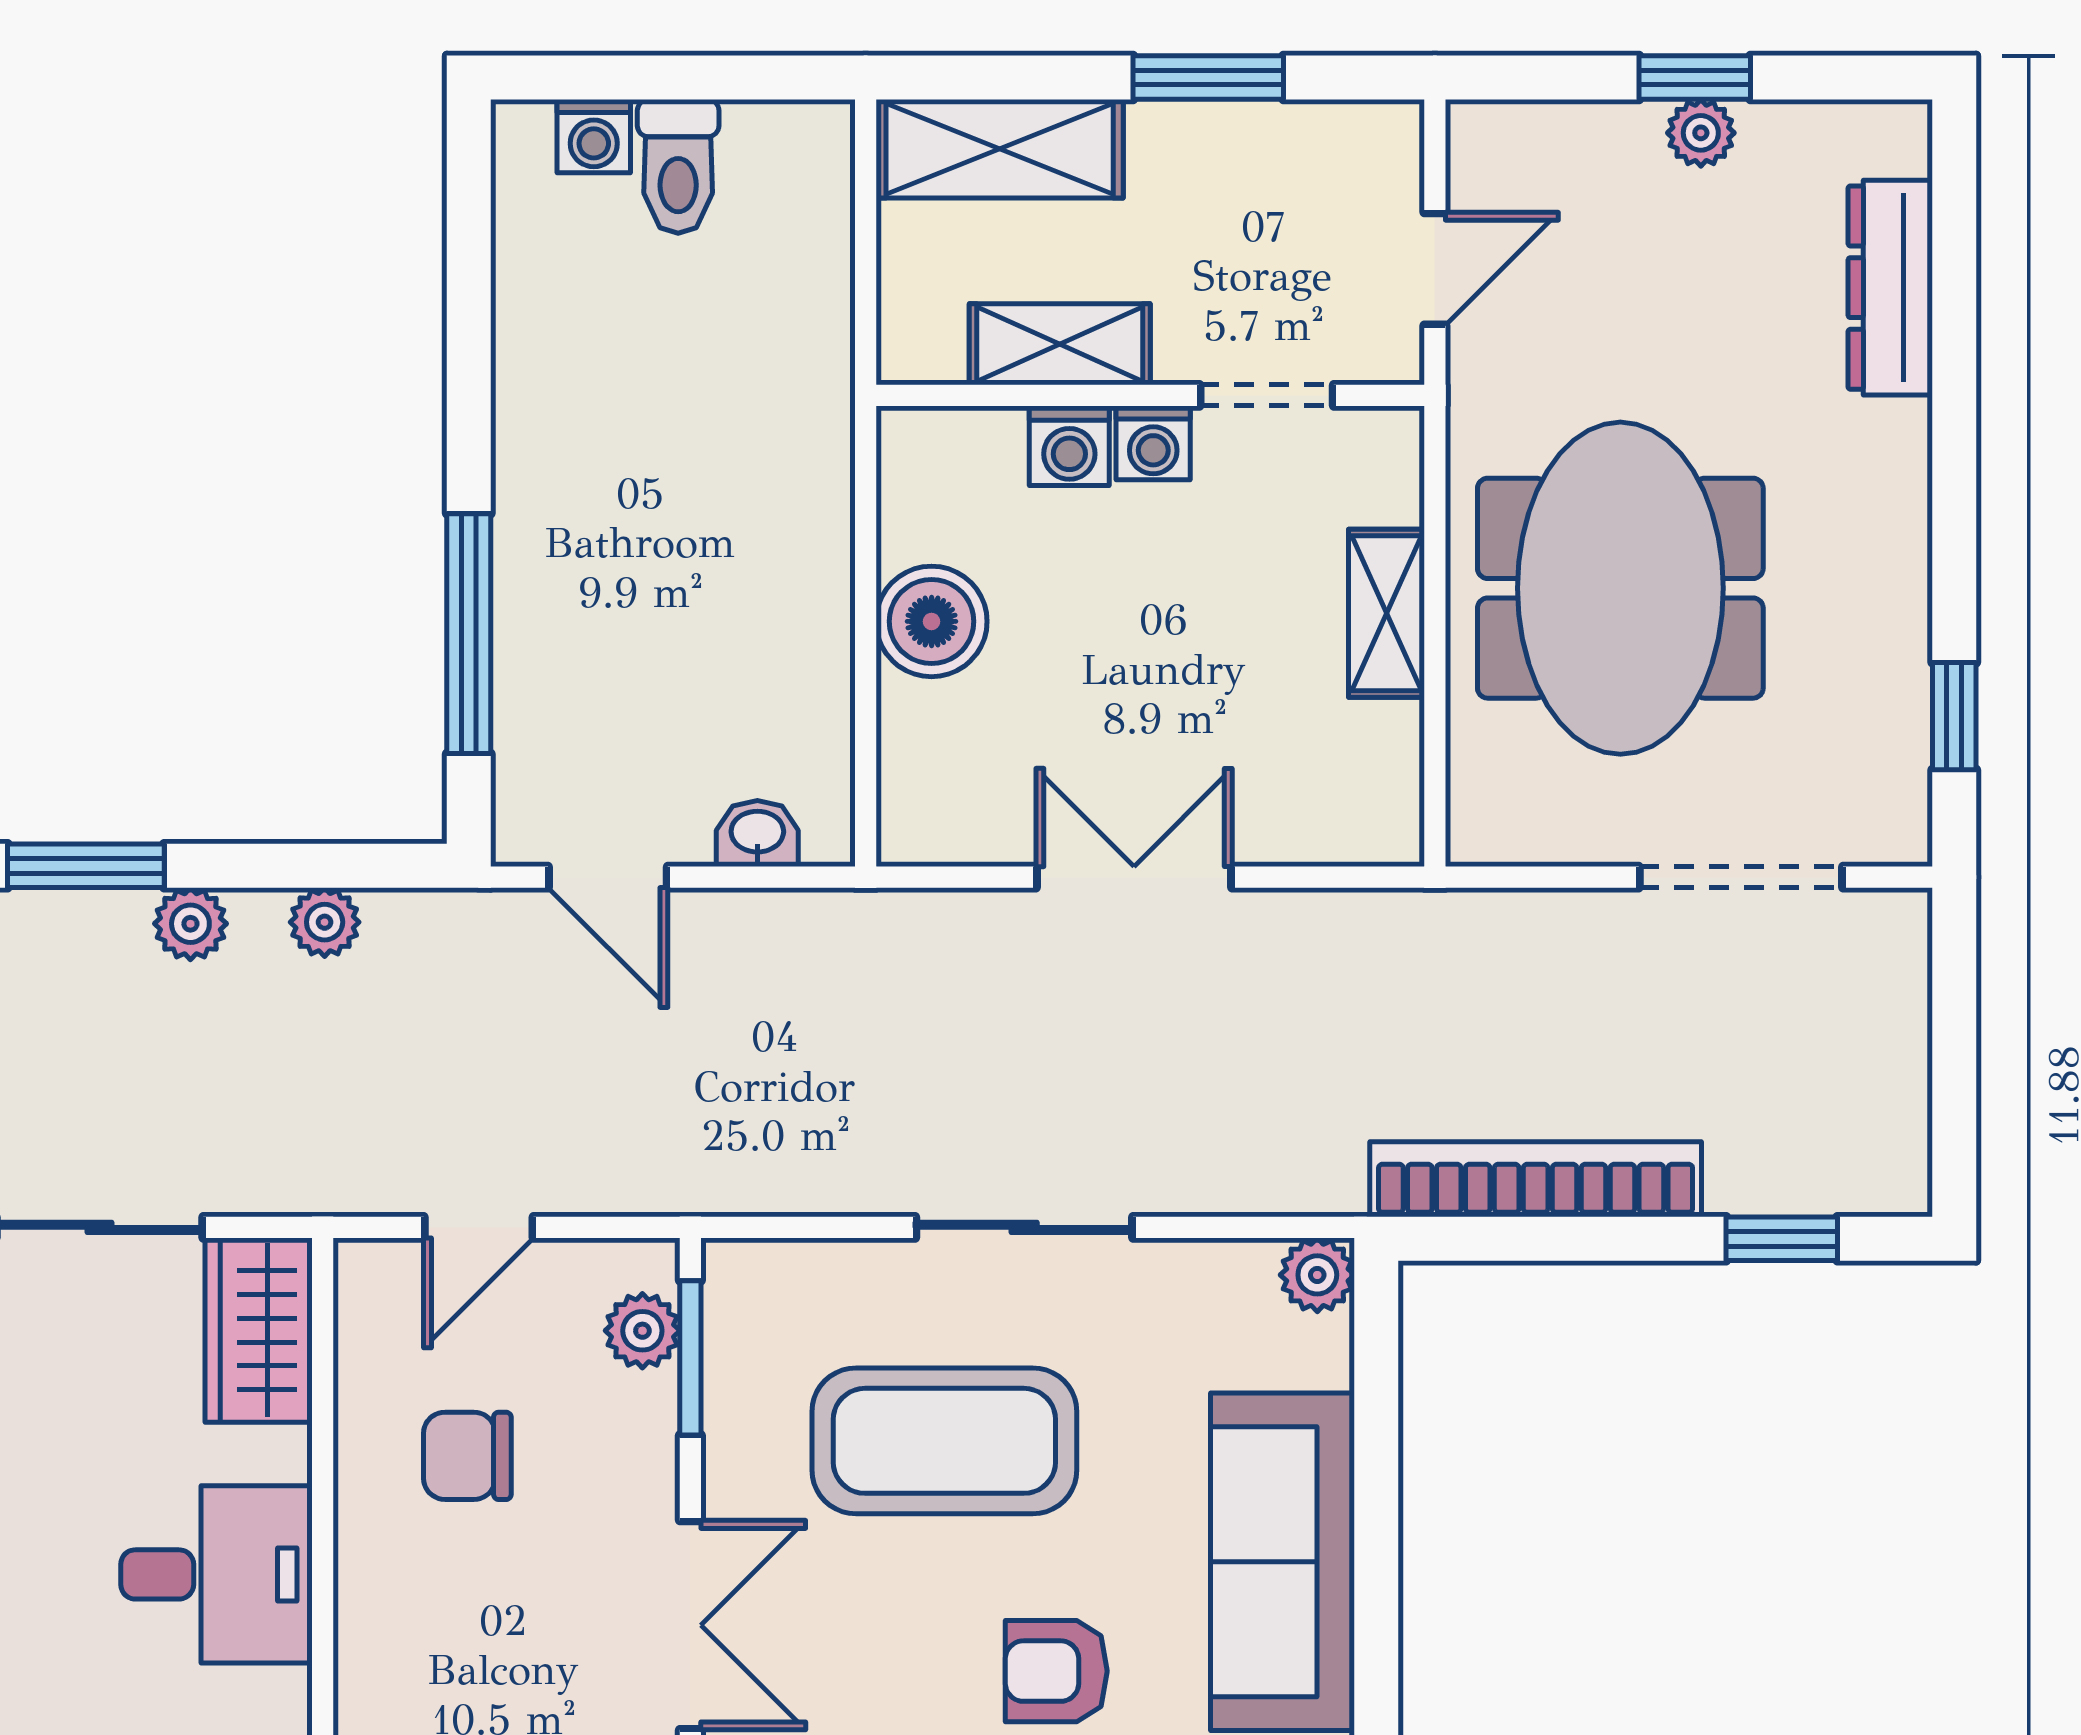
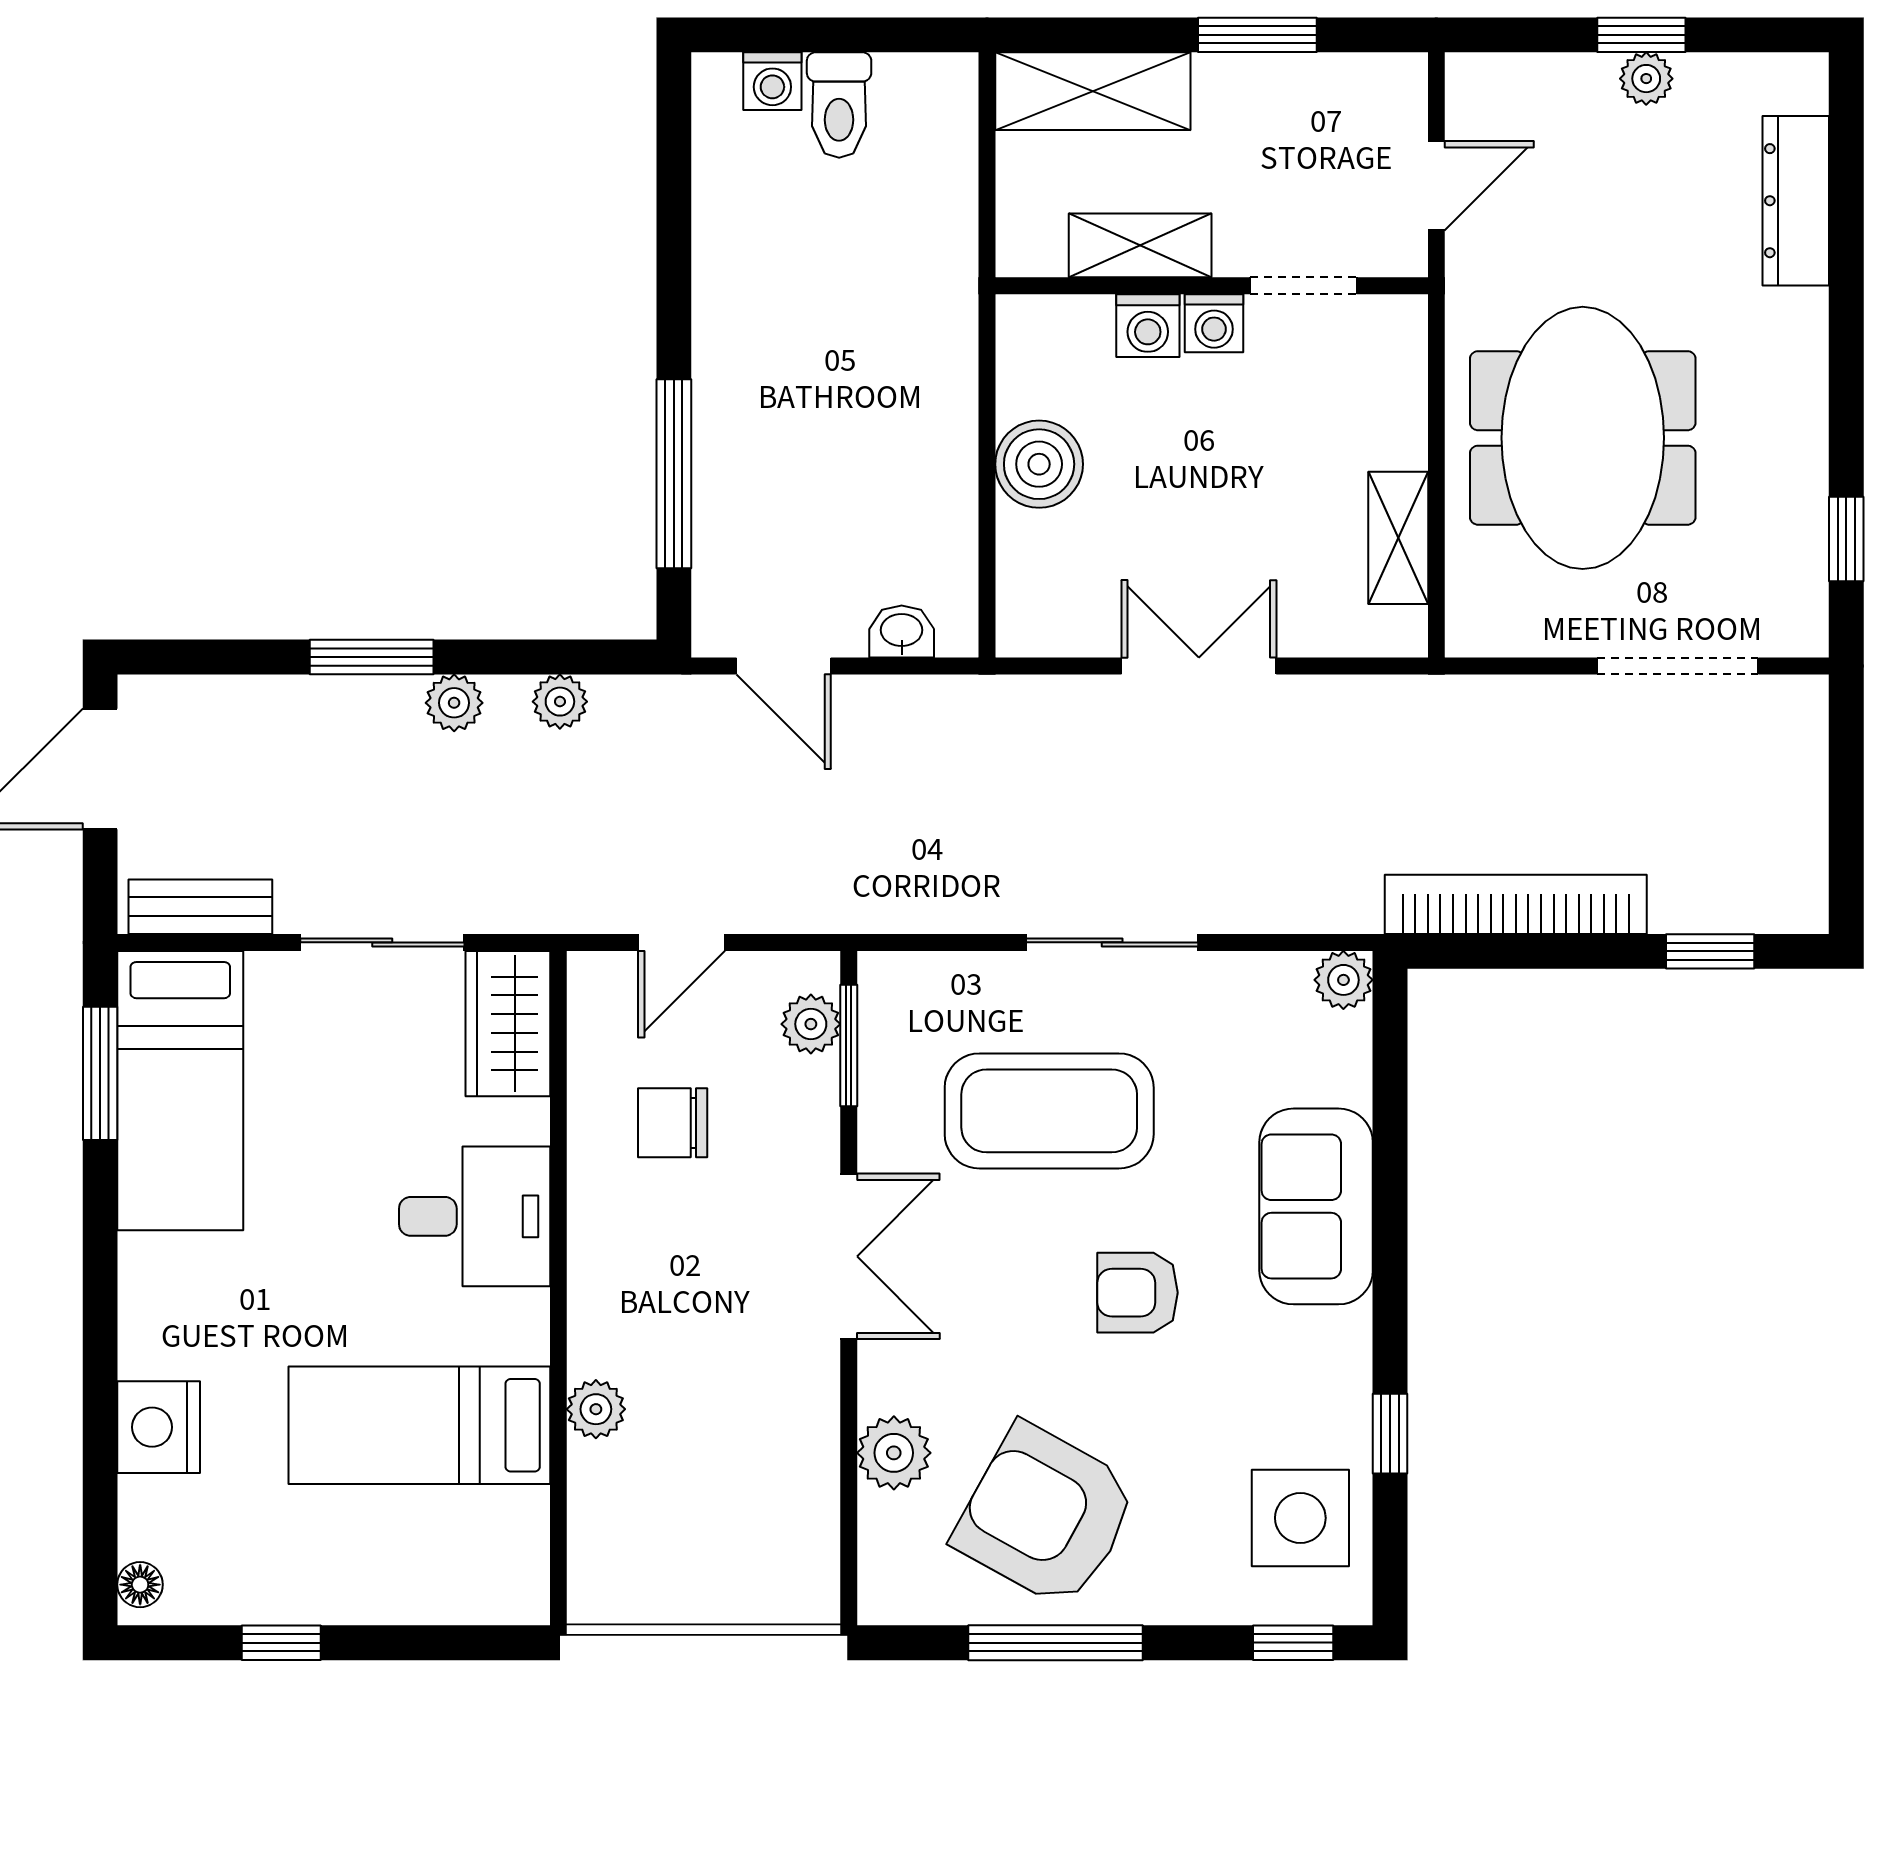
shelving: (1387, 613) -> (1398, 538), moved
sofa: (1282, 1562) -> (1316, 1206), width x0.73

